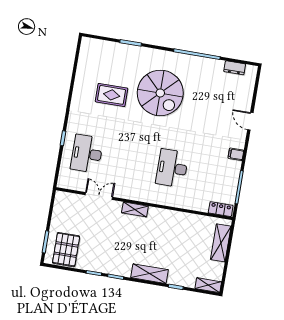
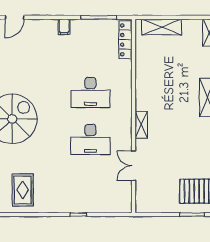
rug: (112, 95) -> (23, 190), moved
door: (250, 121) -> (15, 17), moved
desk: (87, 154) -> (90, 139), moved
locker: (221, 209) -> (125, 40), width x1.53

